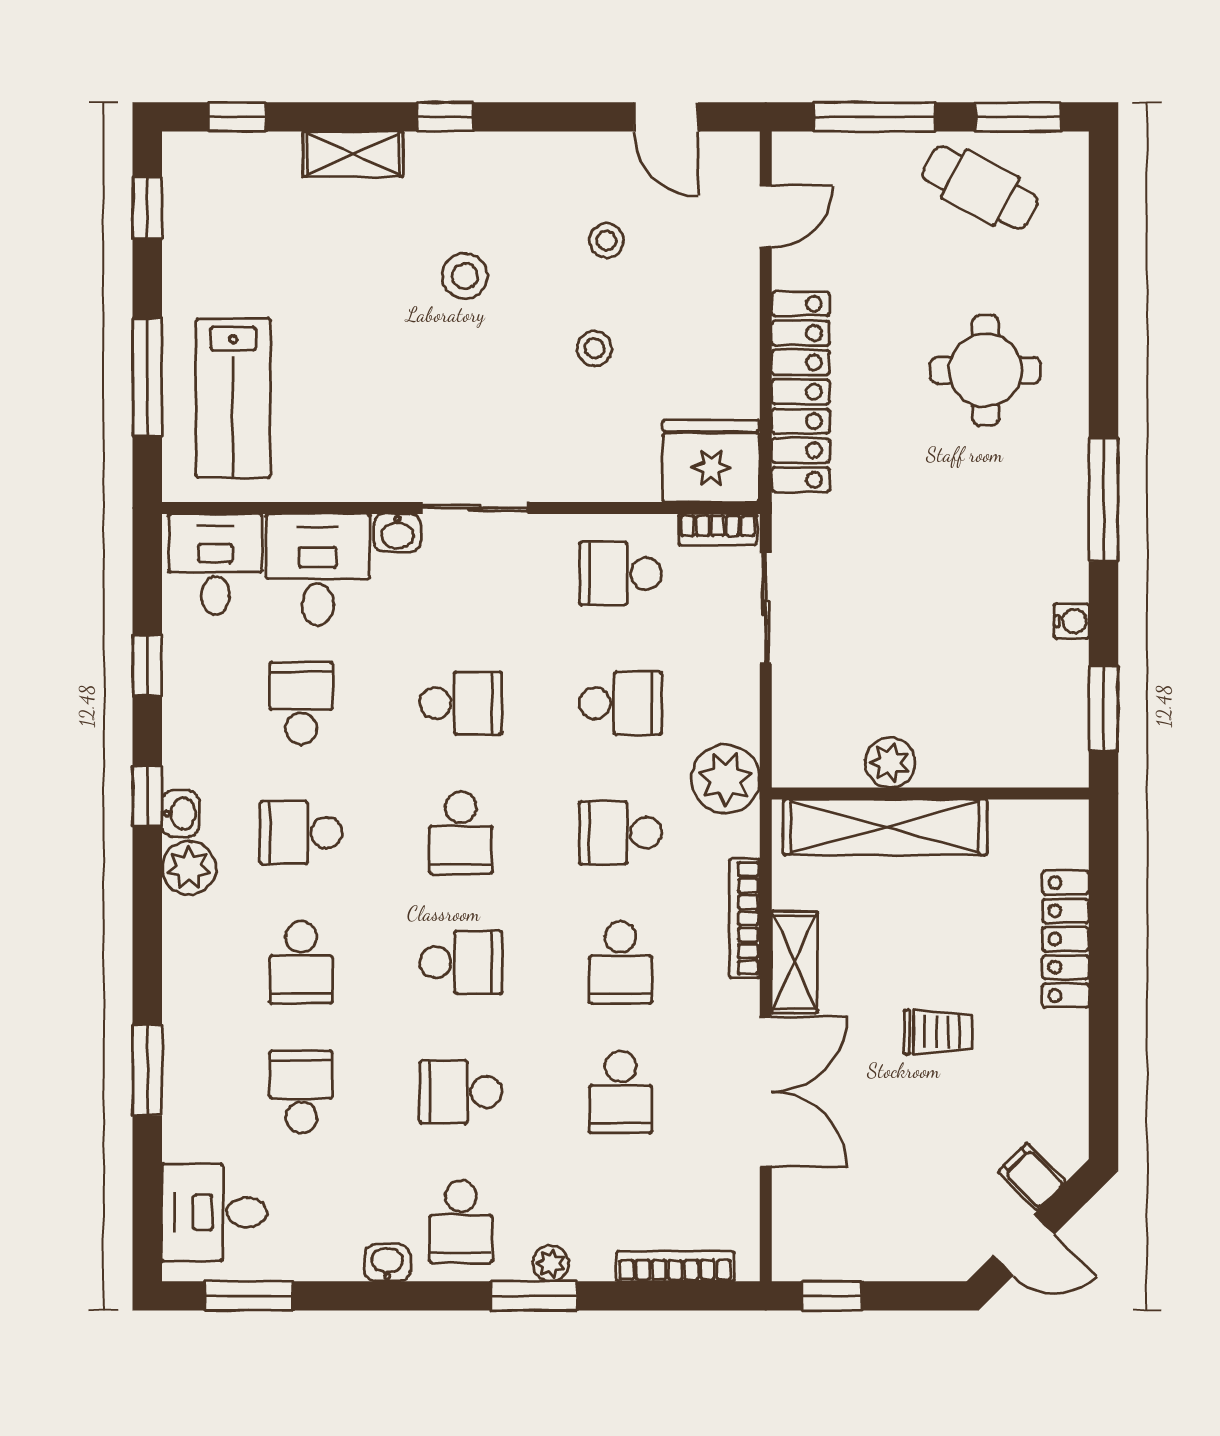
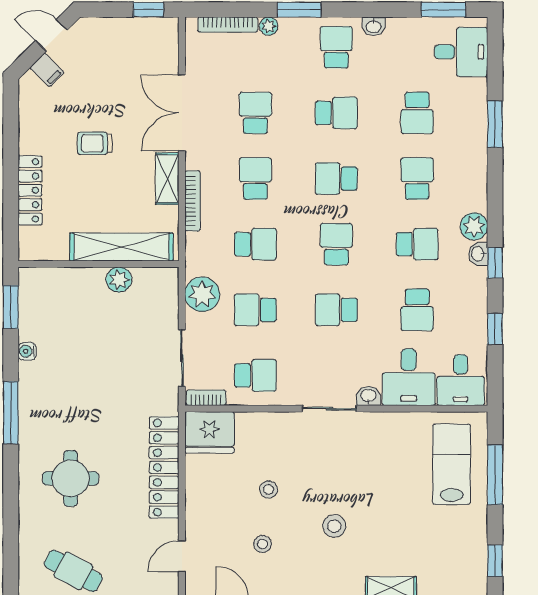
plant: (726, 779) -> (202, 294), moved
plant: (551, 1263) -> (269, 26), moved

